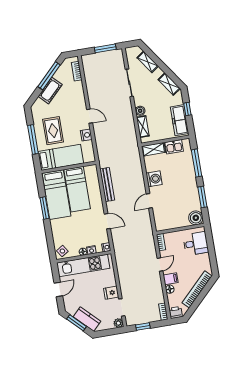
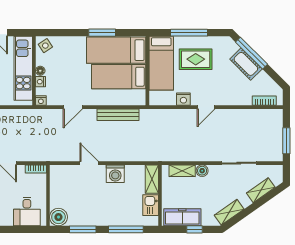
window: (49, 76) -> (251, 53), moved

